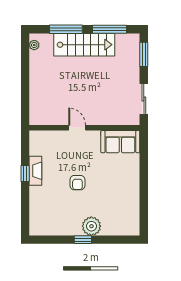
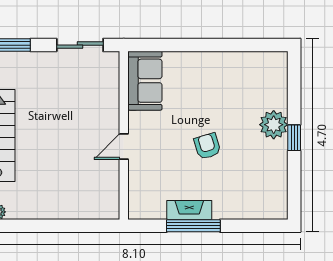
window: (25, 173) -> (193, 226), width x2.17
armchair: (77, 183) -> (207, 146), turned -107

